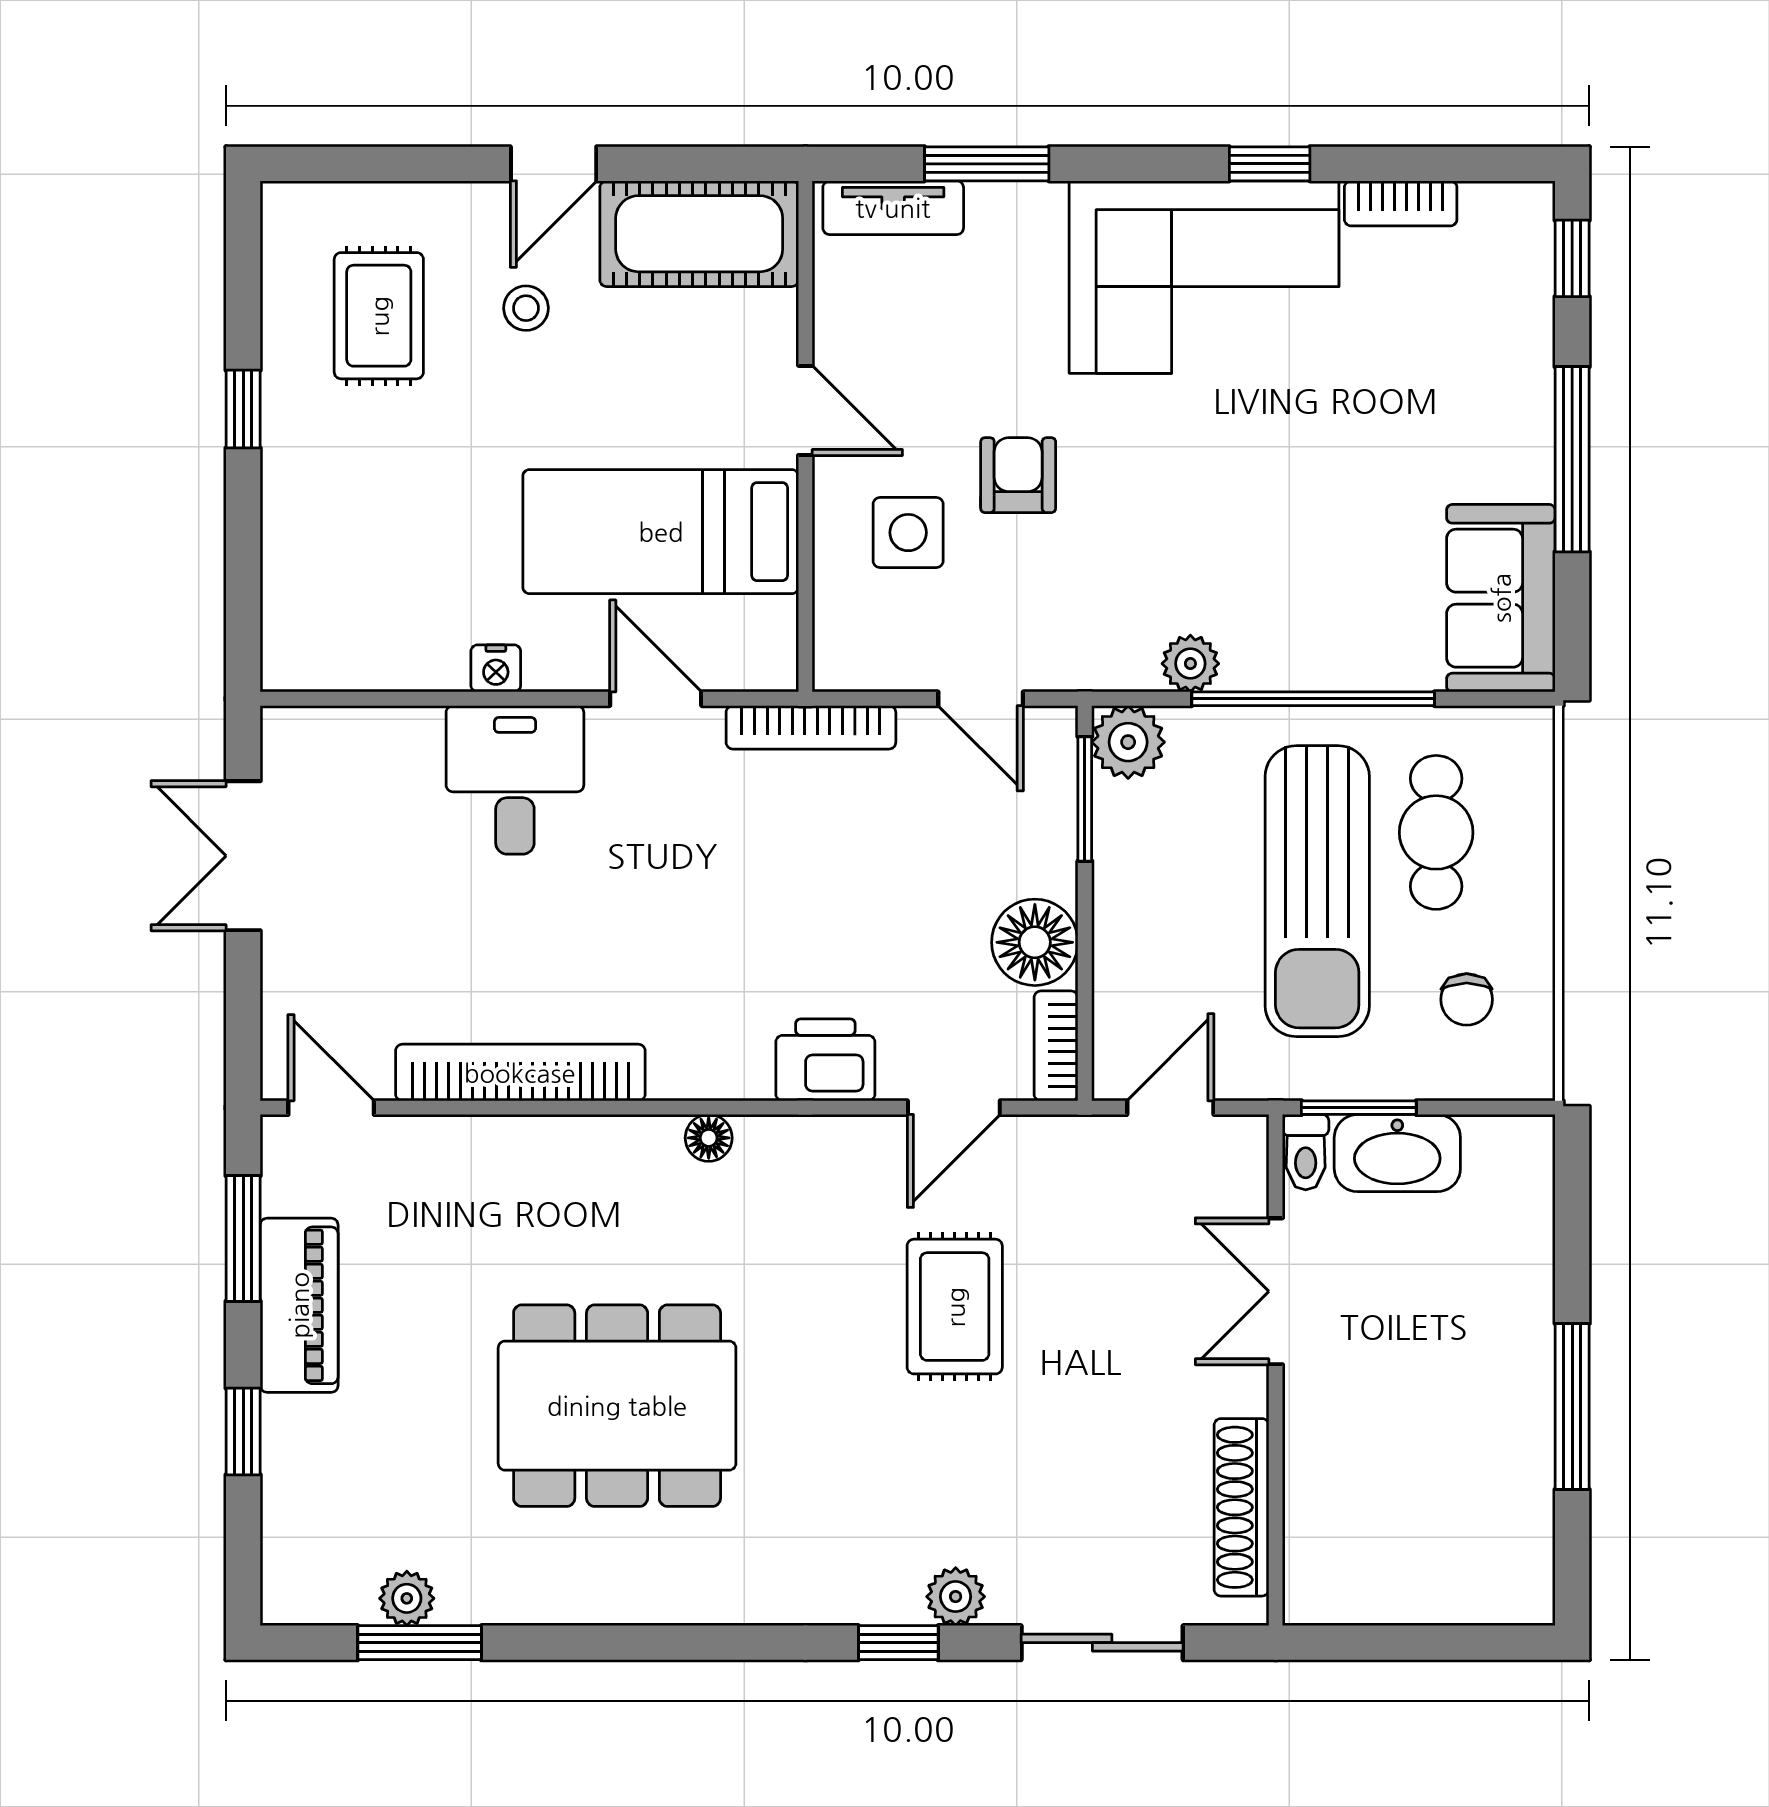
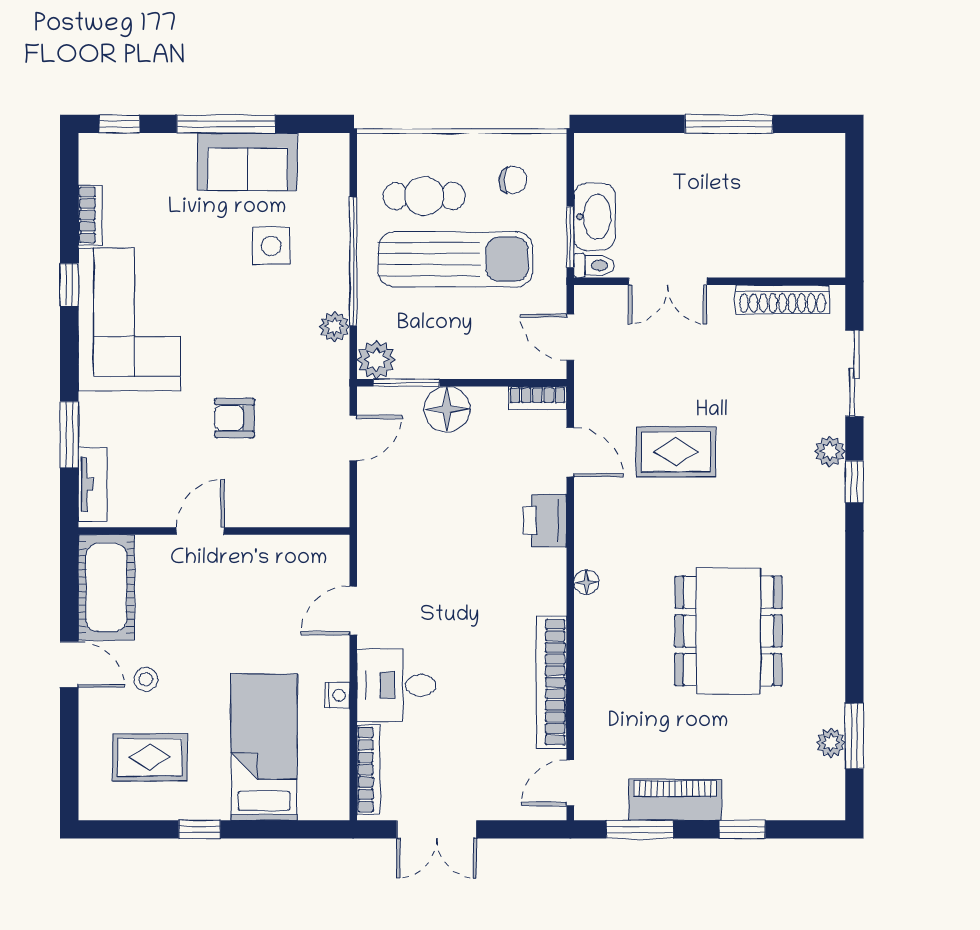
bed: (661, 532) -> (264, 747), moved, turned 180
side table: (908, 533) -> (271, 246), moved
sofa: (1501, 598) -> (247, 162), moved
bookcase: (811, 727) -> (368, 770), moved
floor lamp: (1035, 942) -> (447, 409), moved

